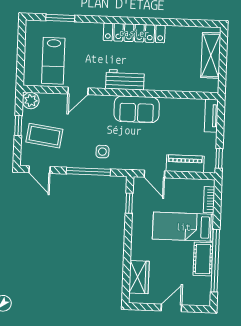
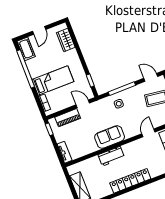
workbench: (125, 80) -> (111, 156), moved
cot: (203, 259) -> (26, 49), moved

